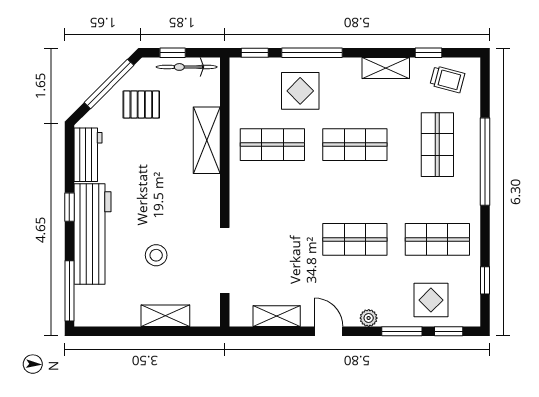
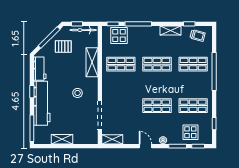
display table: (300, 91) -> (119, 36), moved
shop shelf: (437, 145) -> (193, 64), turned 90
stool: (156, 255) -> (78, 93), moved
shelving: (165, 316) -> (62, 139), moved
shelving: (277, 316) -> (112, 139), moved

